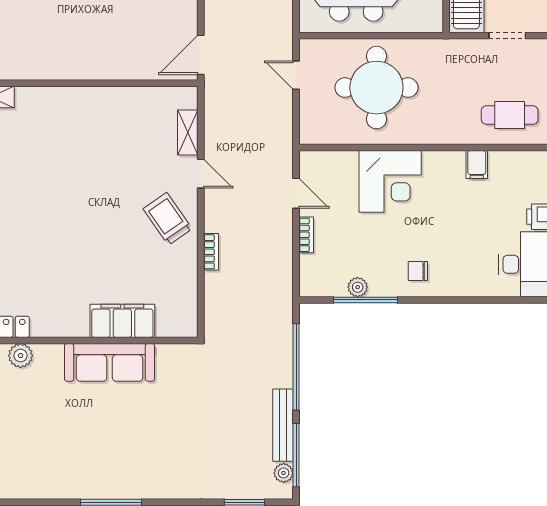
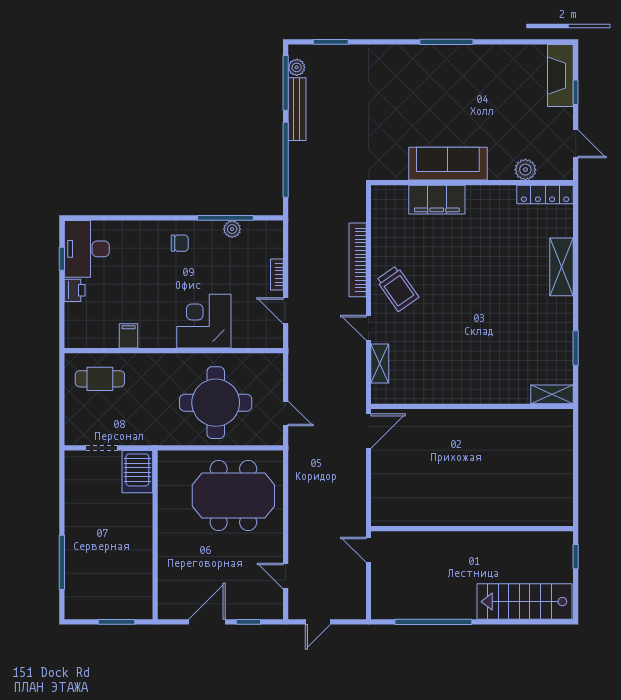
bookcase: (211, 252) -> (358, 260), width x2.31, depth x1.31

